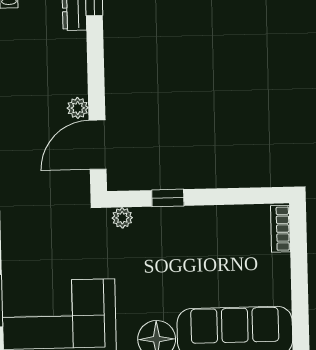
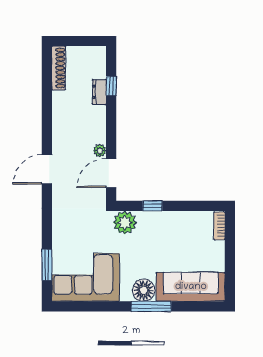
plant: (122, 218) -> (125, 223), width x1.88, depth x1.88

